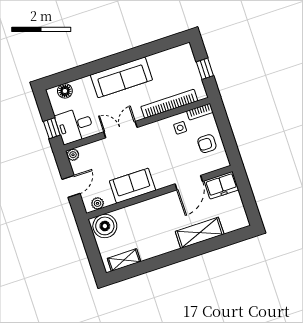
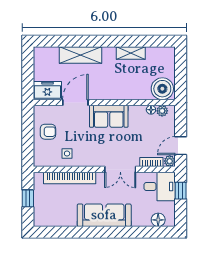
bookcase: (200, 112) -> (151, 162), moved
door: (71, 186) -> (181, 146), moved
sofa: (132, 186) -> (109, 116), moved
floor lamp: (109, 201) -> (151, 110), added
shelving: (124, 260) -> (131, 53), moved

